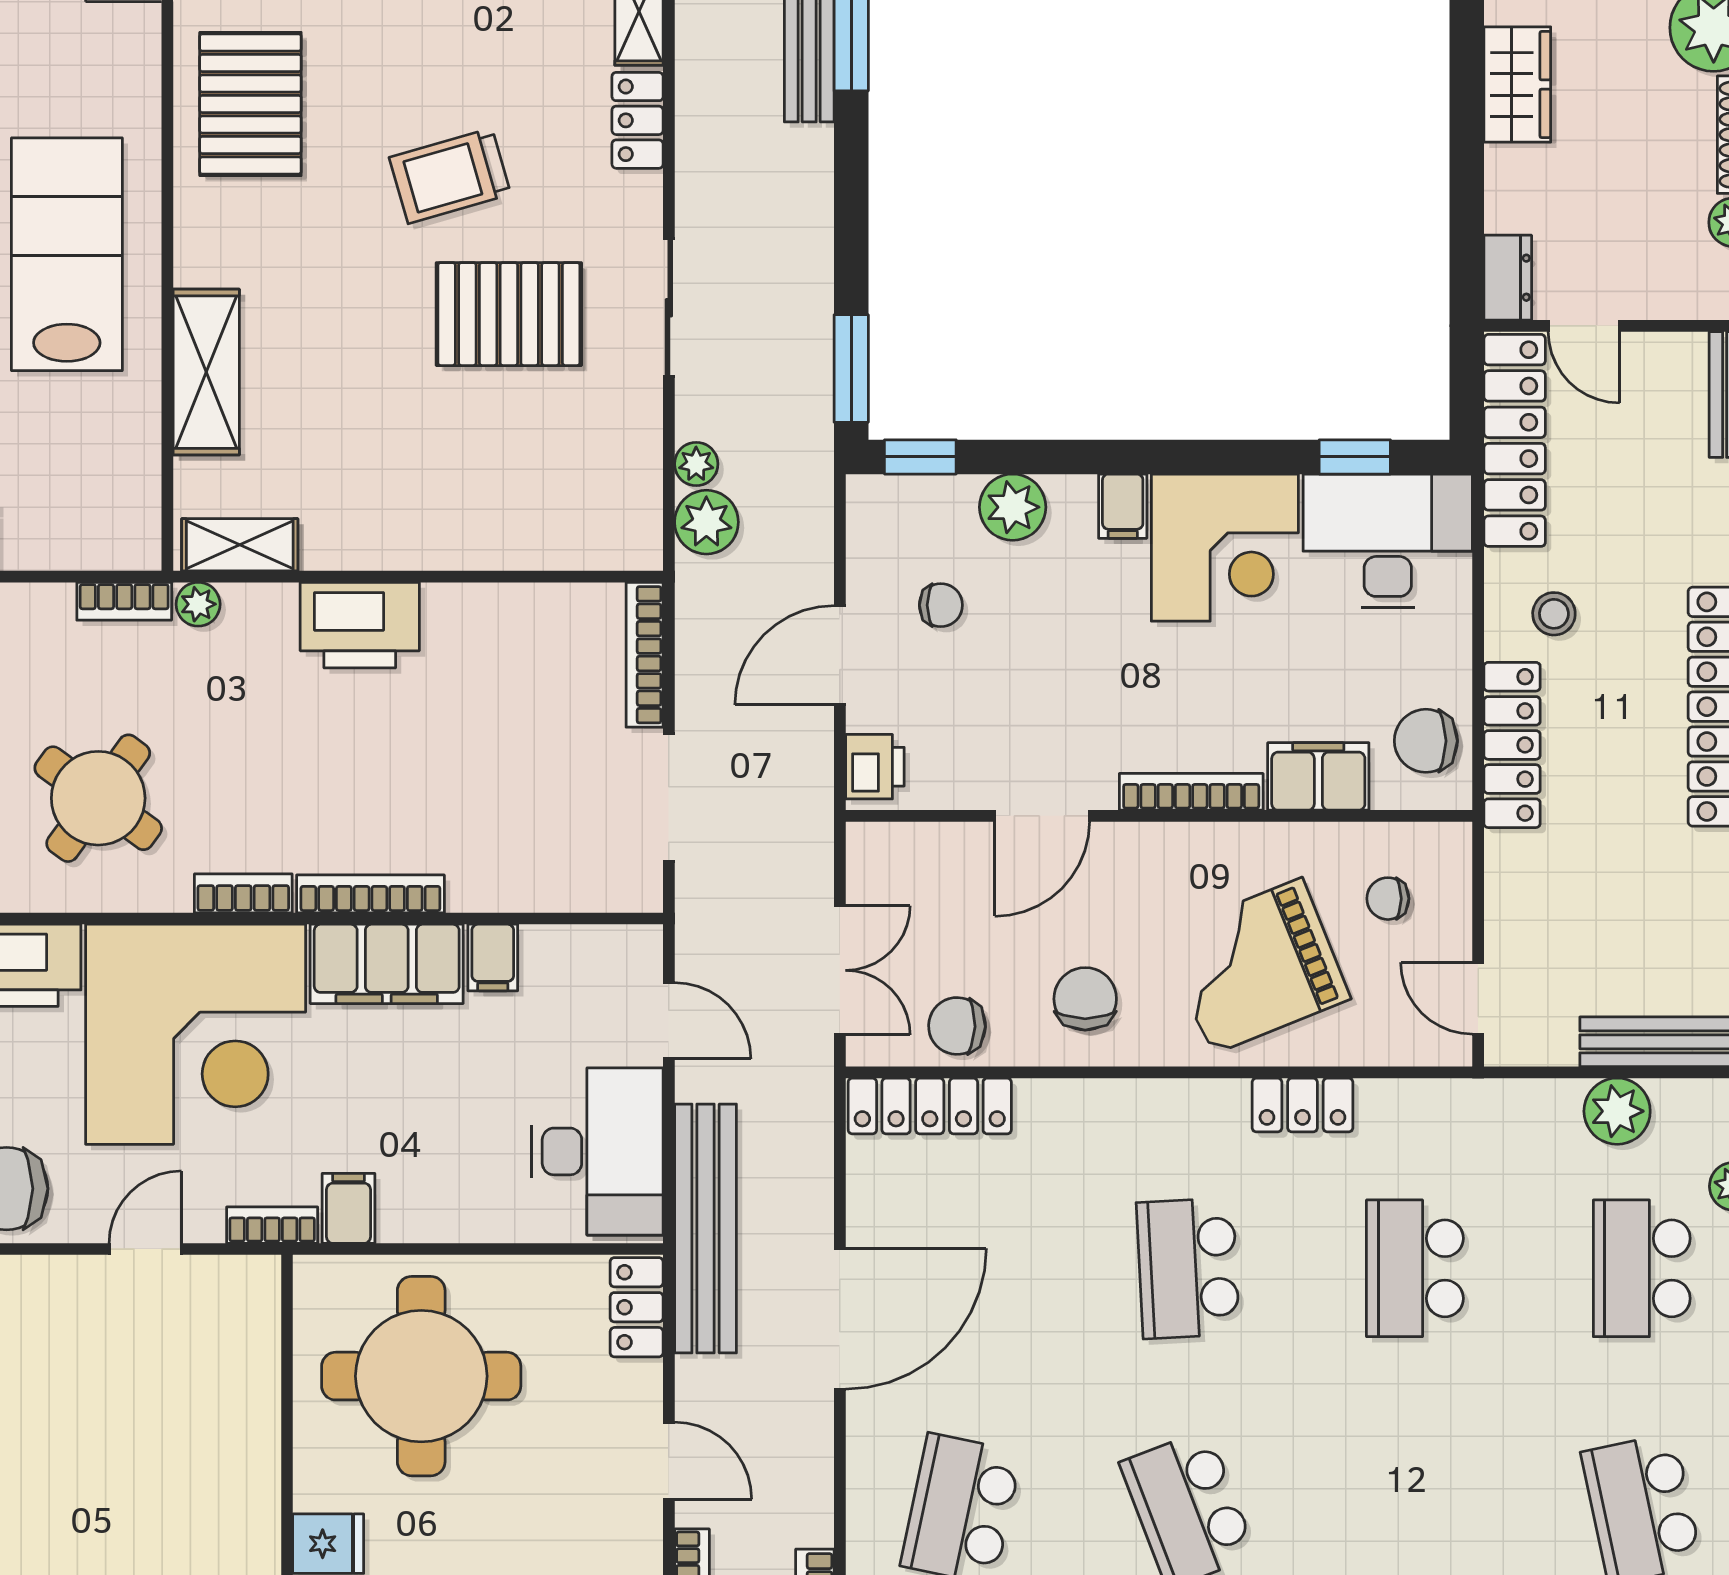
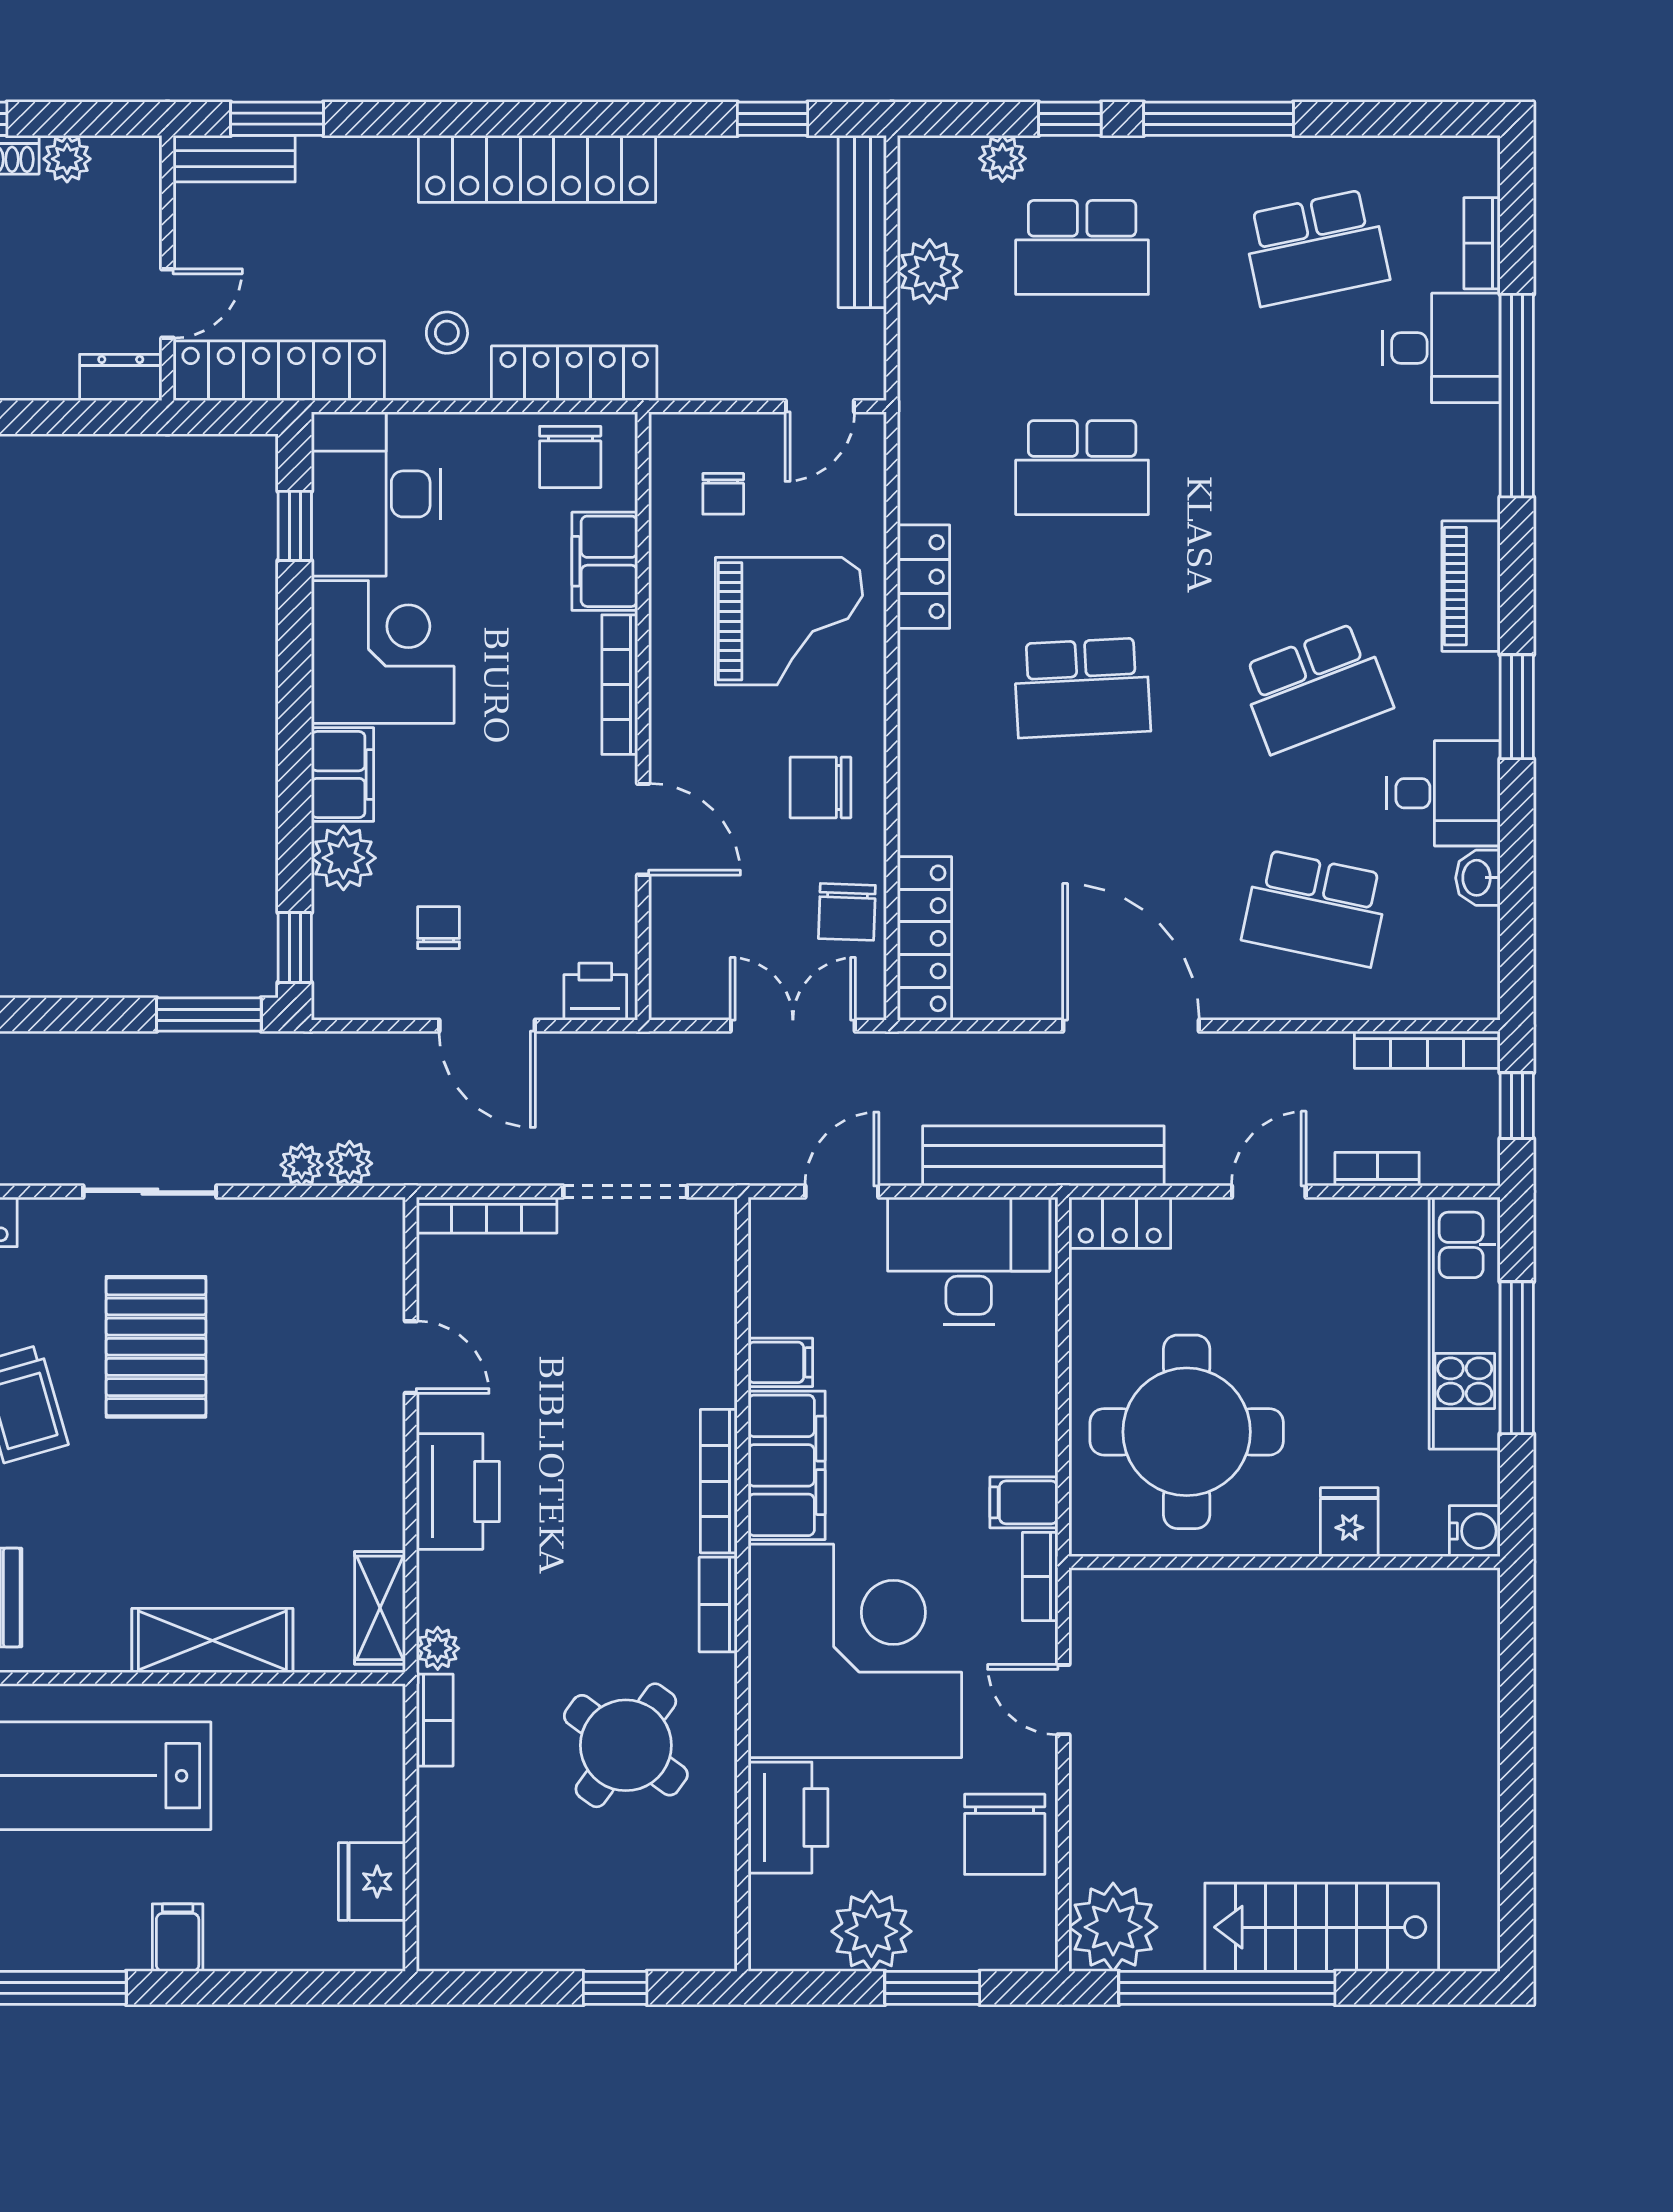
filing cabinet: (1123, 506) -> (342, 775), width x2.00
plant: (706, 522) -> (350, 1163), width x0.73, depth x0.73
door: (498, 577) -> (411, 1357), added
grand piano: (1257, 966) -> (789, 621), turned -68

